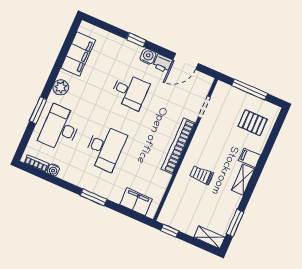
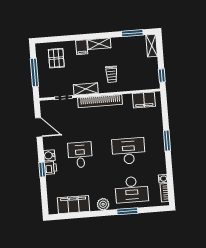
printer: (162, 63) -> (51, 168), moved
shelving: (200, 137) -> (86, 89), added
filing cabinet: (136, 202) -> (144, 100), moved, turned -90

